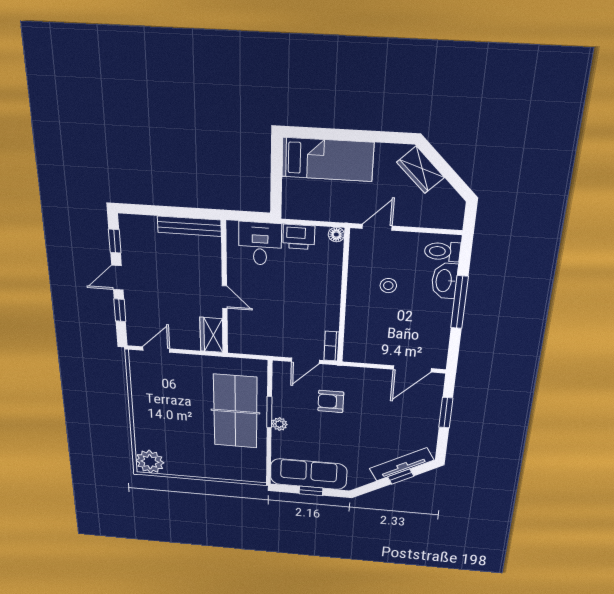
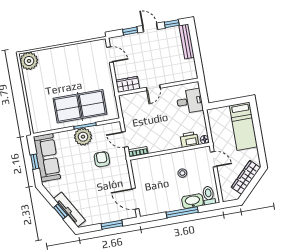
wardrobe: (421, 170) -> (246, 177), width x1.50
bench: (189, 226) -> (187, 41), moved
printer: (299, 237) -> (189, 139), moved, turned 90
plant: (279, 424) -> (83, 137), width x1.87, depth x1.87

